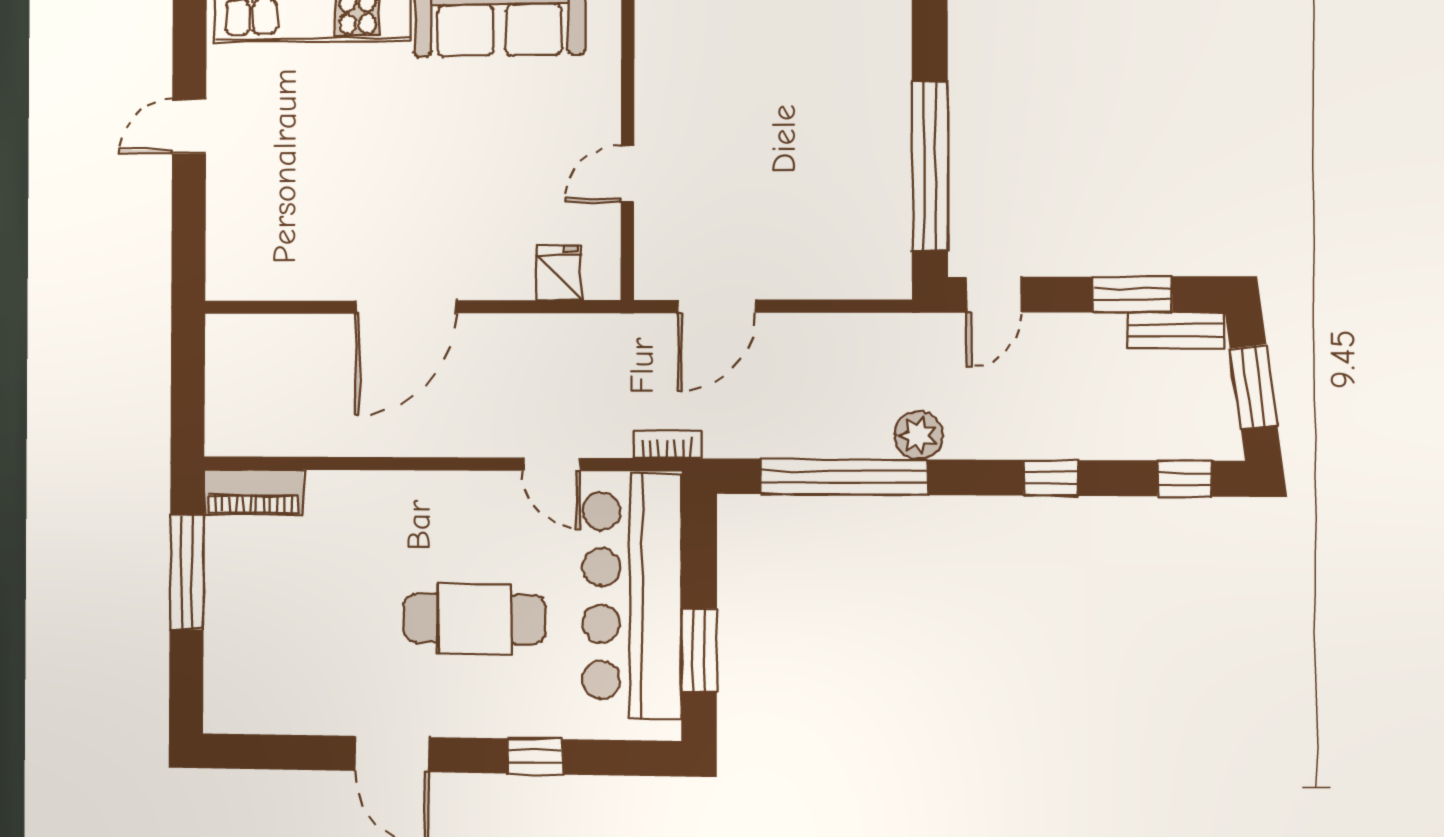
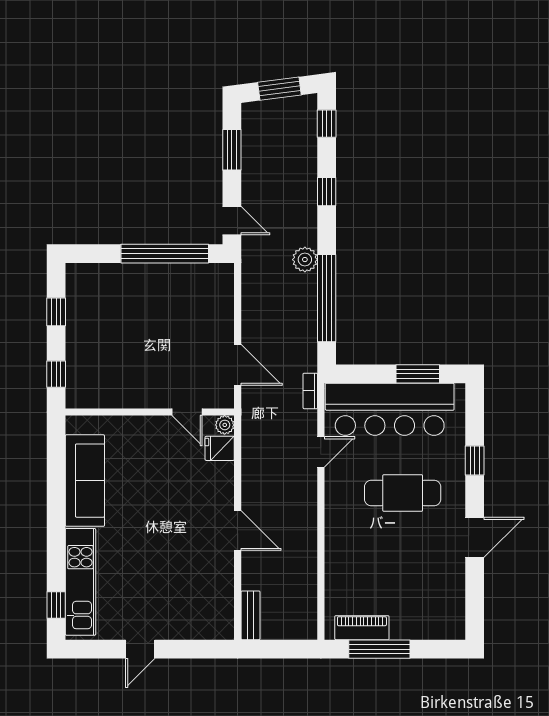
door: (189, 126) -> (140, 649), hinge flipped
door: (627, 174) -> (187, 412), moved
plant: (603, 282) -> (225, 425), added
door: (406, 307) -> (238, 531), width x0.73
bench: (1176, 330) -> (250, 615), moved
piano: (254, 492) -> (362, 628), moved, turned -90
cafe table: (475, 619) -> (403, 493), turned 90

